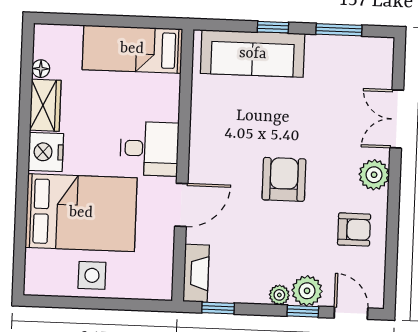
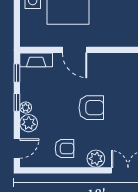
desk: (149, 149) -> (106, 31), removed
armchair: (354, 229) -> (64, 149), turned -90
window: (303, 311) -> (17, 102), moved

